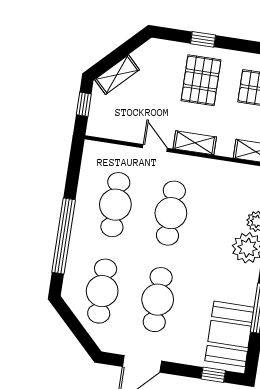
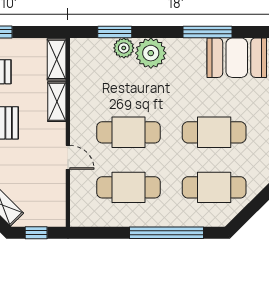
shelving: (195, 143) -> (57, 102), moved
door: (155, 148) -> (68, 157), swing flipped

